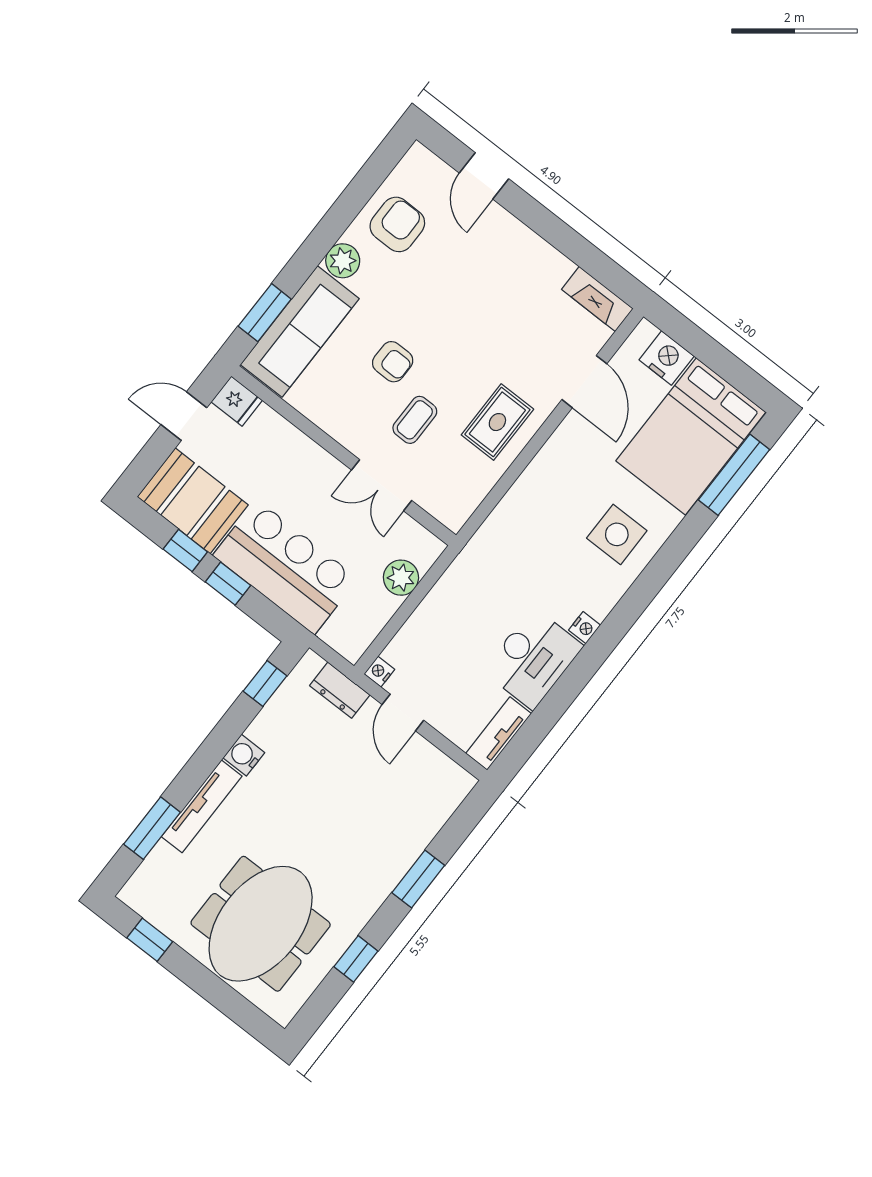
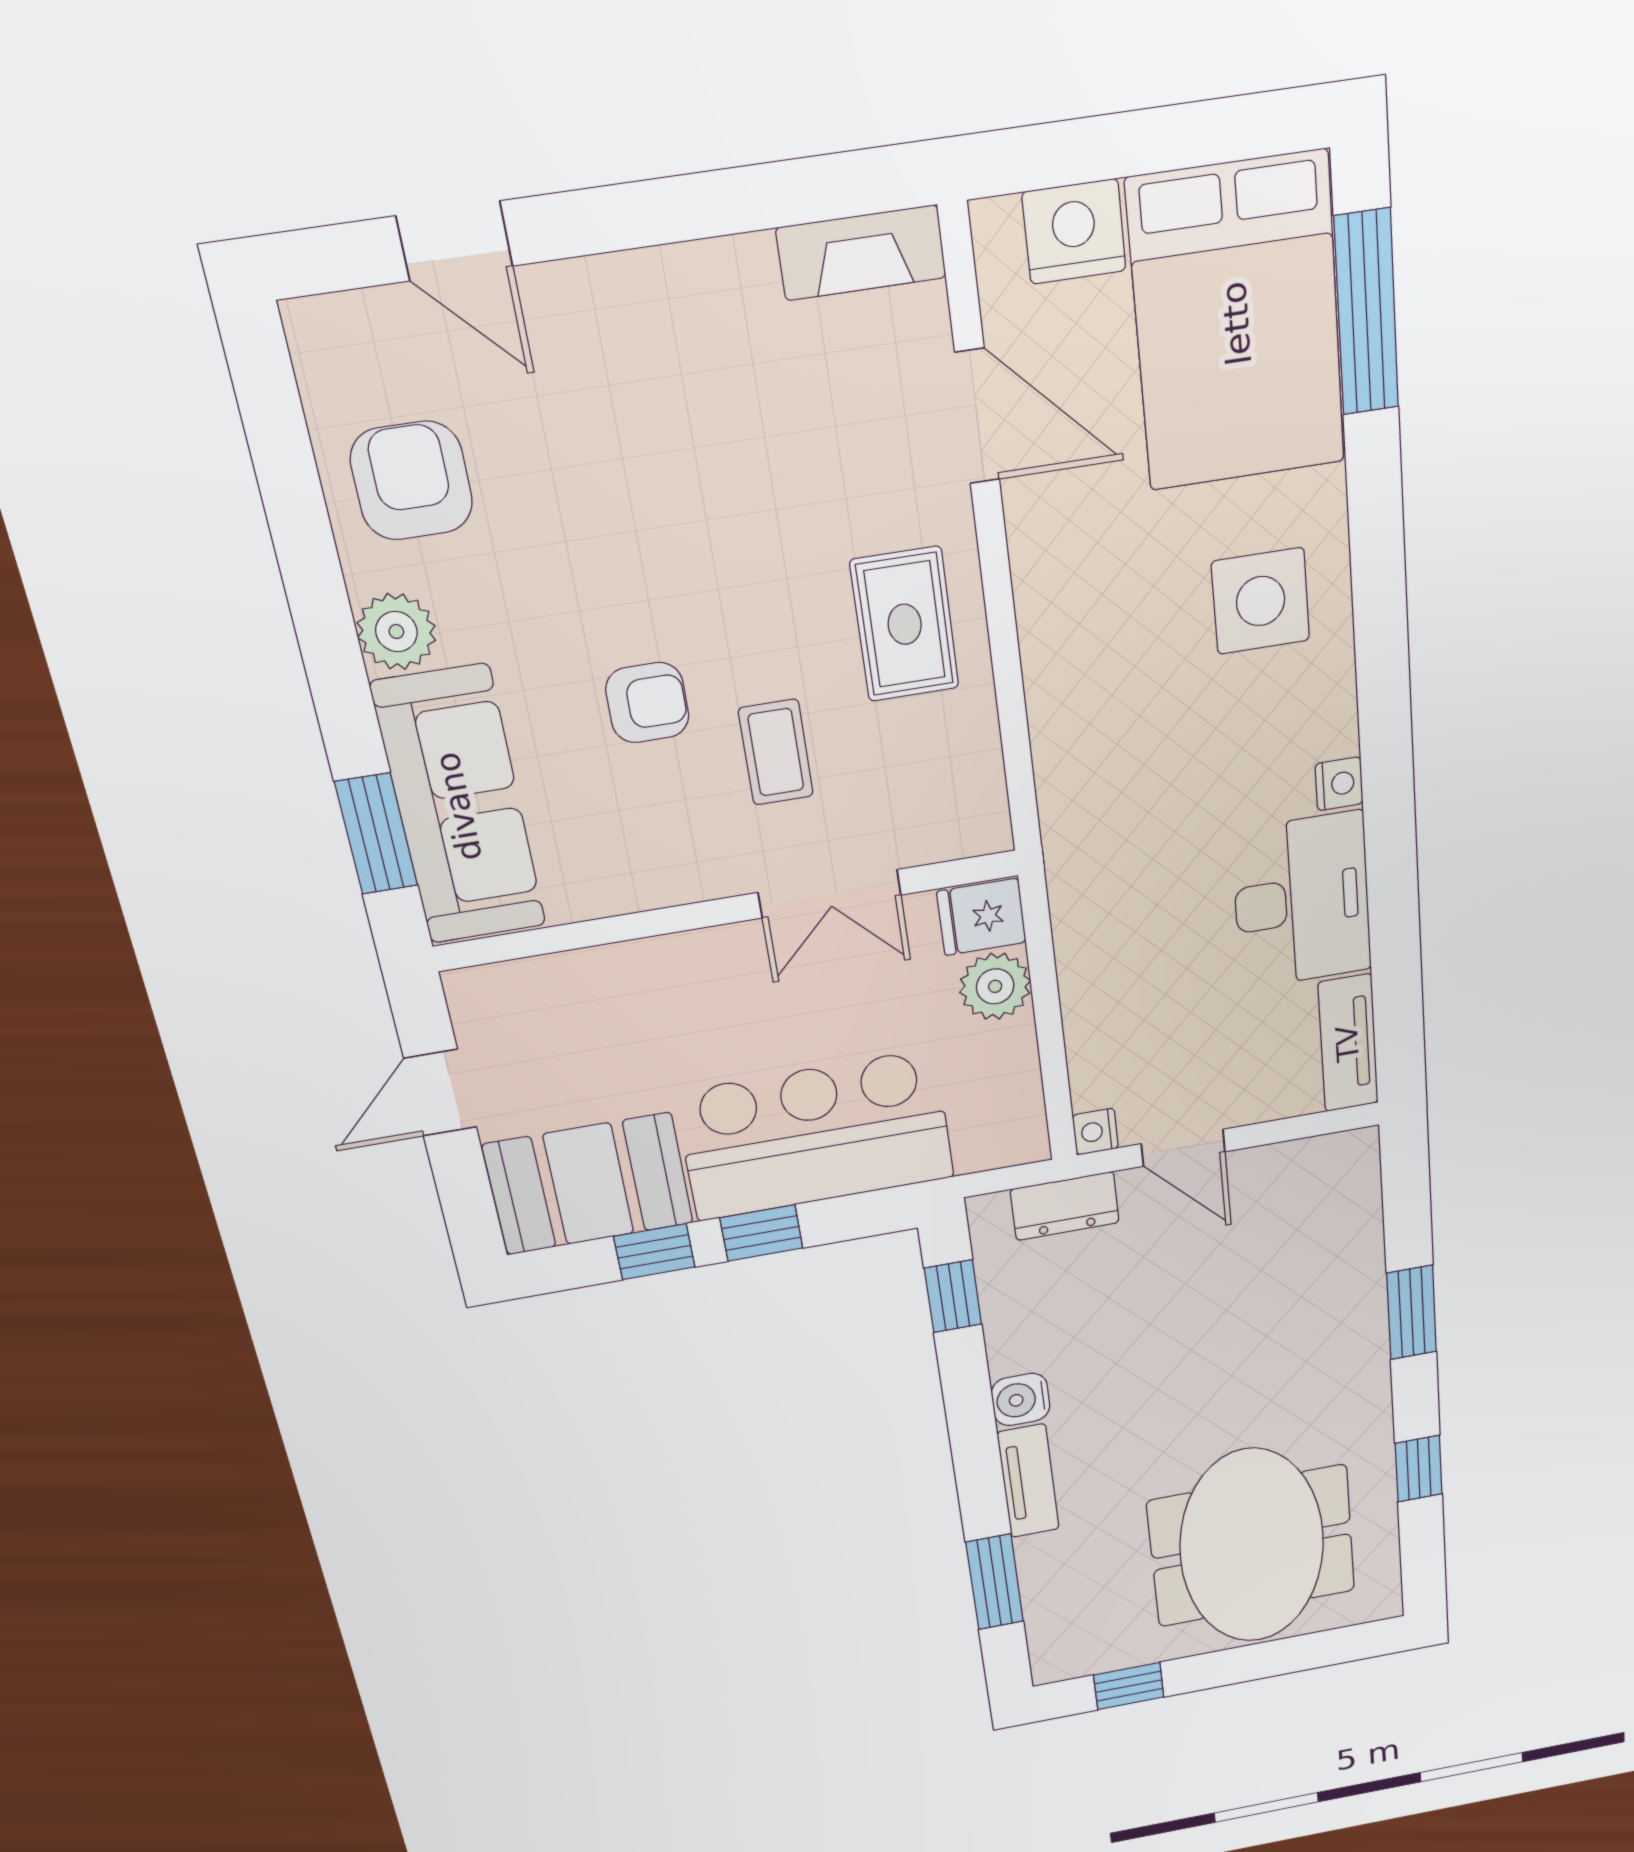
fridge: (237, 401) -> (982, 917), moved, turned 180
tv unit: (202, 806) -> (1028, 1481), width x0.71

